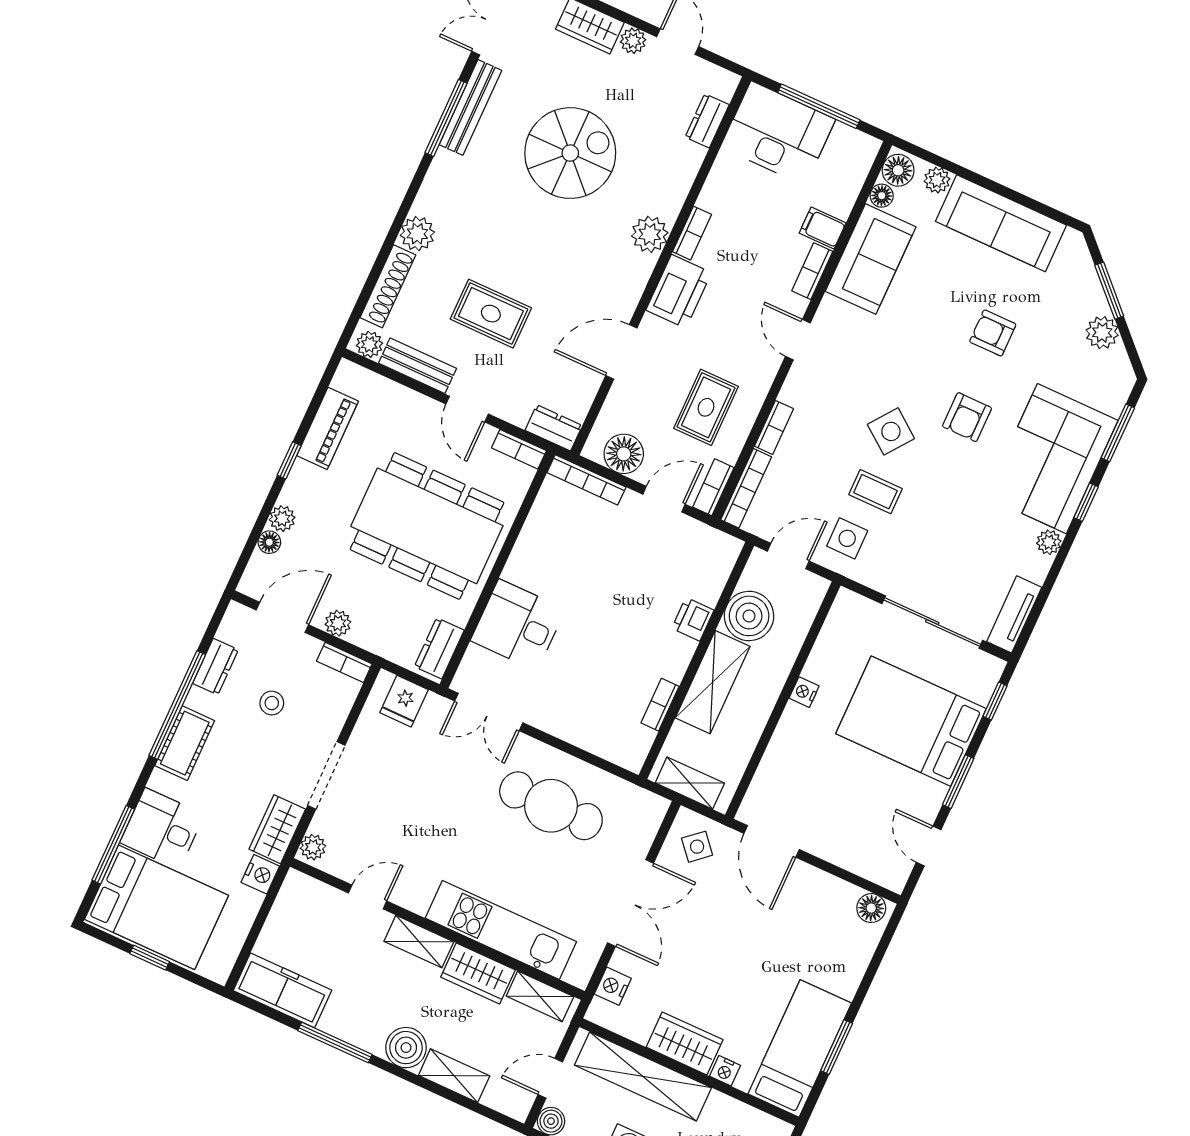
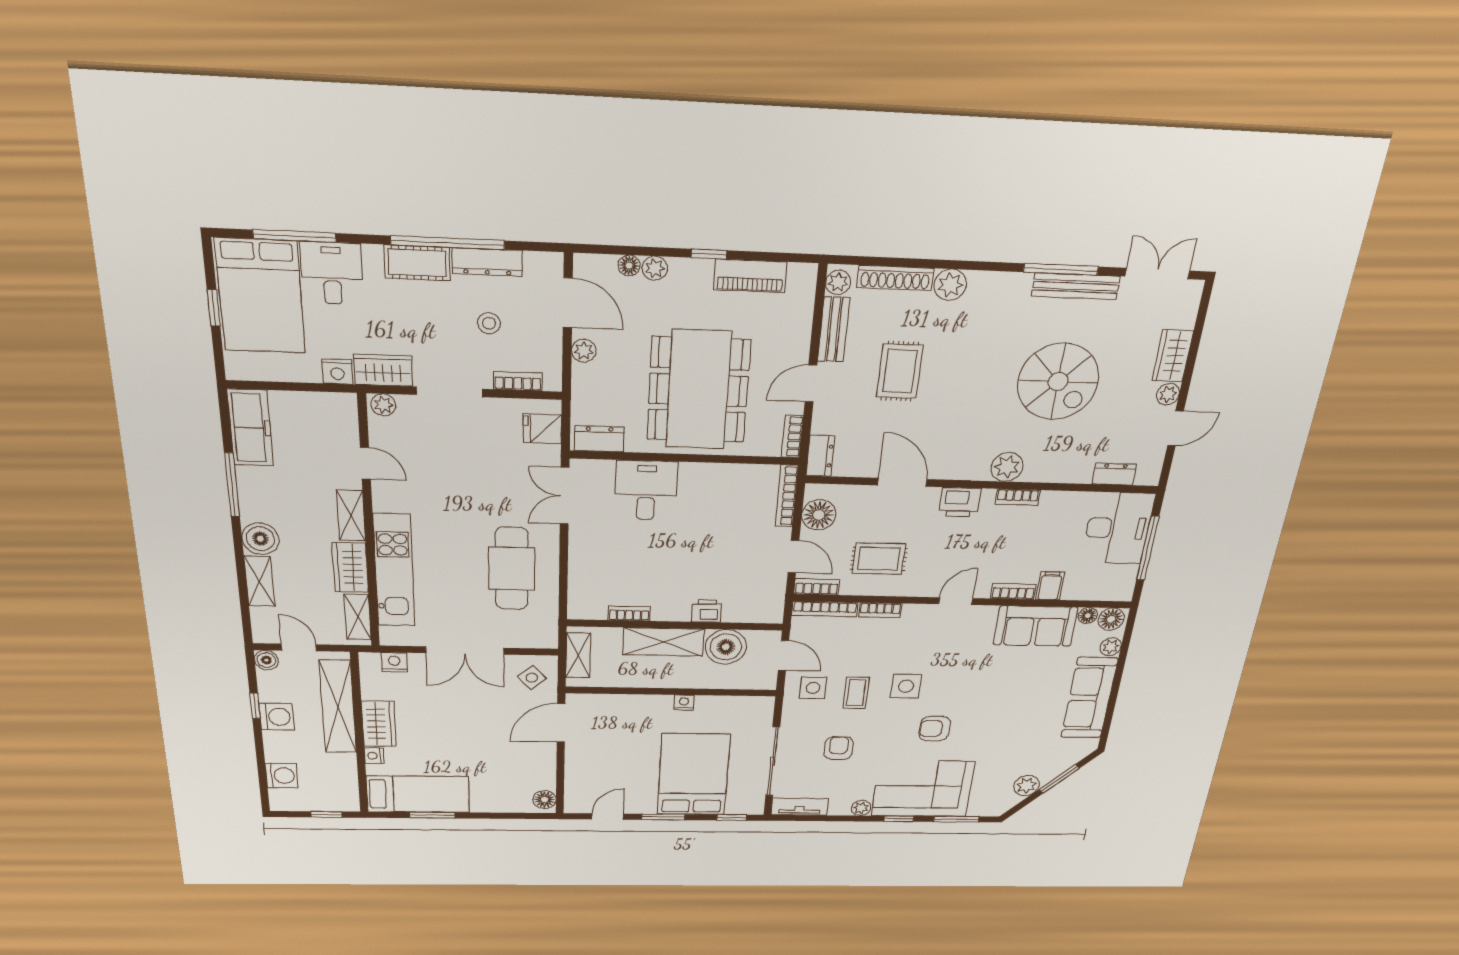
printer: (679, 291) -> (960, 502), width x0.73, depth x0.84
armchair: (993, 333) -> (839, 748), moved
side table: (891, 431) -> (906, 686), turned -37
bookcase: (344, 662) -> (518, 381), moved, turned 90
dresser: (215, 667) -> (487, 262), width x1.44

